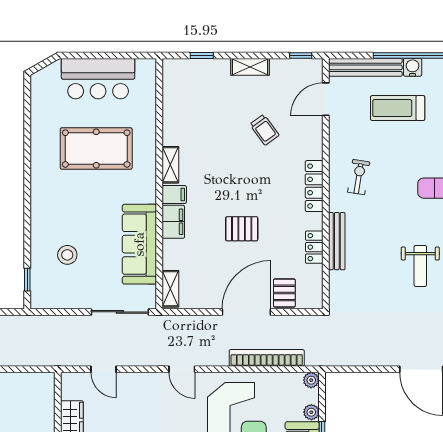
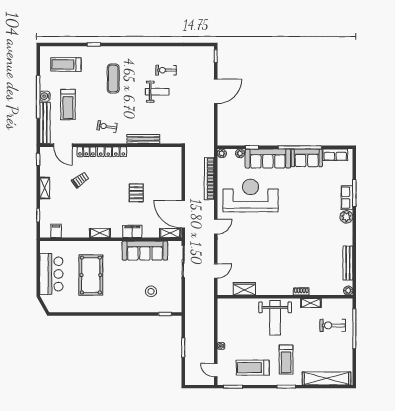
filing cabinet: (174, 195) -> (56, 231), moved
locker: (314, 247) -> (86, 152), moved
pallet: (284, 293) -> (173, 169), removed
door: (246, 312) -> (183, 214), moved

